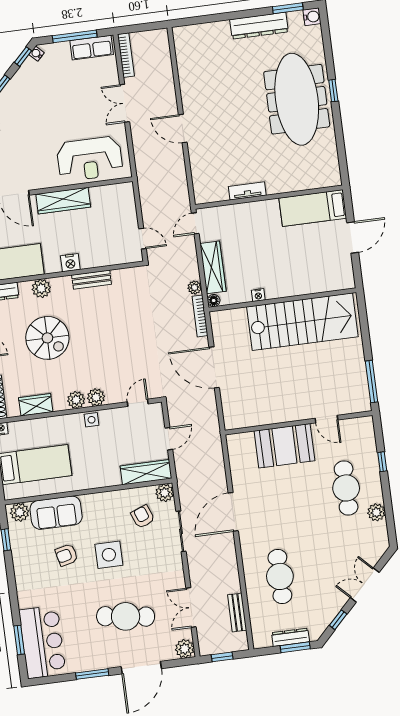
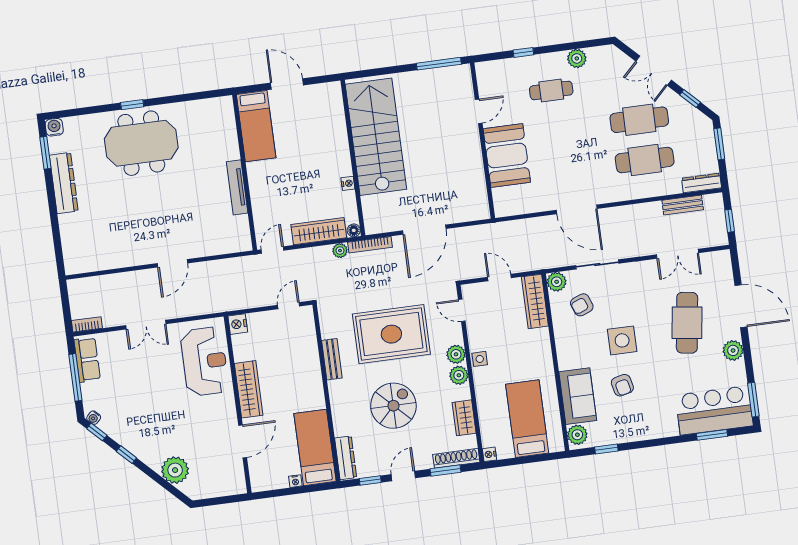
bookcase: (126, 55) -> (87, 324), width x0.64
meeting table: (297, 99) -> (141, 143), width x0.73
tv unit: (247, 191) -> (237, 187), width x1.41
door: (195, 223) -> (272, 250), swing flipped
nightstand: (70, 263) -> (238, 324), moved, turned 180
plant: (41, 288) -> (341, 412), removed
rug: (115, 336) -> (391, 334), added
cafe table: (346, 488) -> (551, 90), width x0.73, depth x0.74
cafe table: (318, 571) -> (639, 120), added
dresser: (291, 637) -> (702, 183), moved, turned 90
plant: (185, 649) -> (733, 350), moved
window: (92, 674) -> (753, 400), moved

